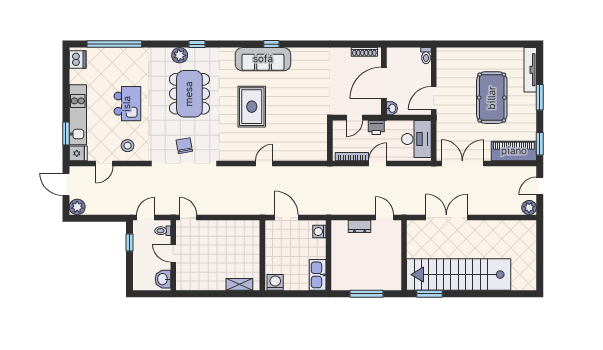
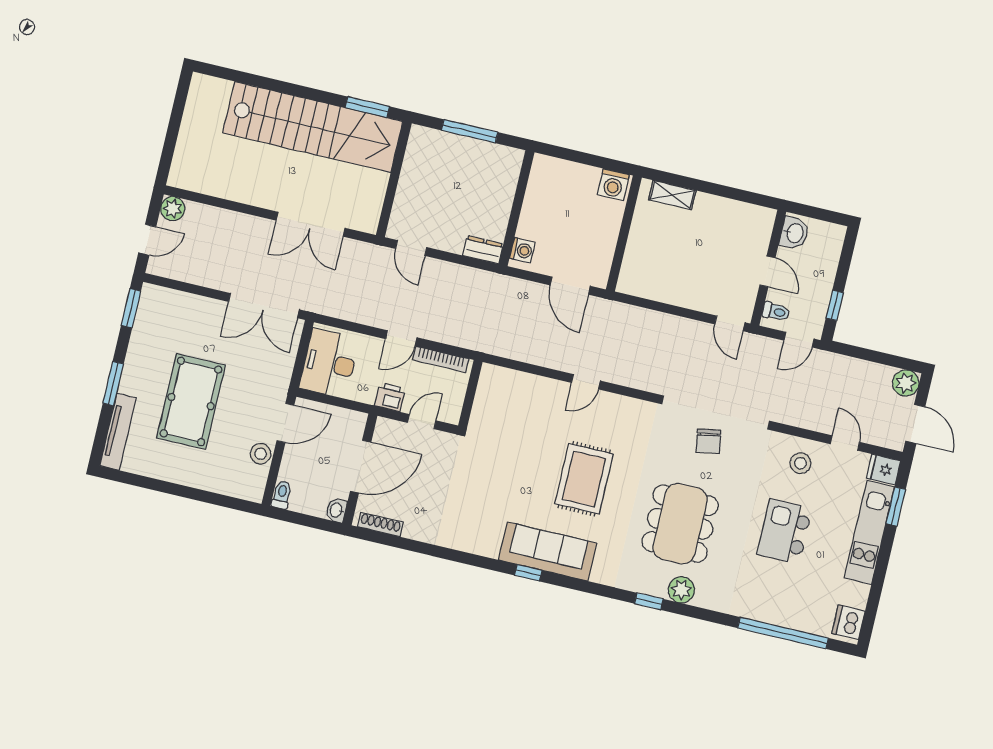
stool: (444, 77) -> (261, 454), added
washbasin: (392, 108) -> (336, 510), moved
piano: (514, 151) -> (176, 306), removed
door: (104, 164) -> (845, 443), hinge flipped
dresser: (360, 226) -> (483, 250), moved
kitchen sink: (318, 275) -> (542, 181), removed

